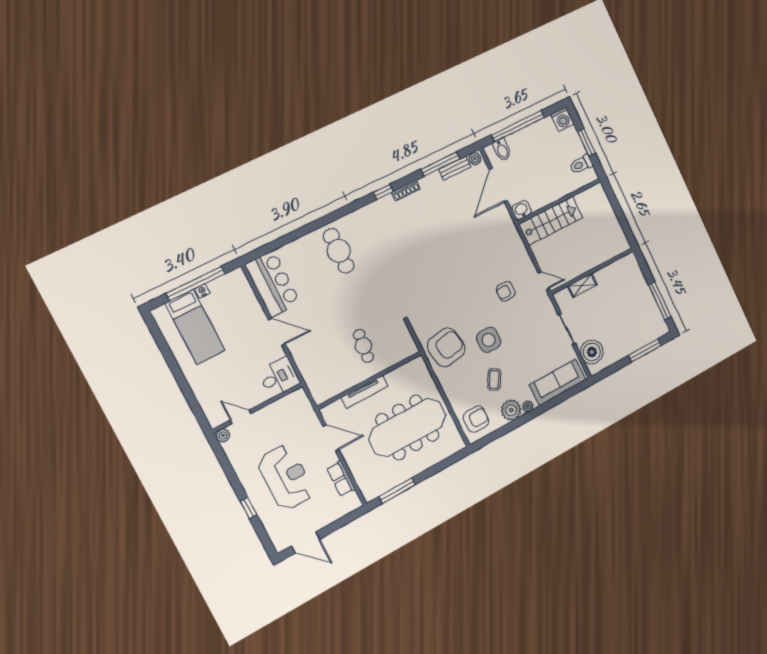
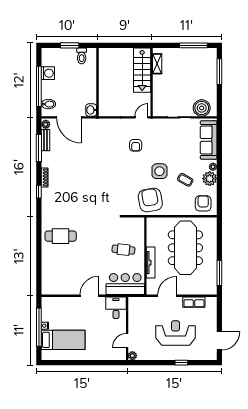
washing machine: (562, 119) -> (48, 73), moved
stairs: (551, 221) -> (142, 70), moved, turned 180
bar counter: (273, 284) -> (125, 284), moved
shelving: (582, 285) -> (157, 64), moved

